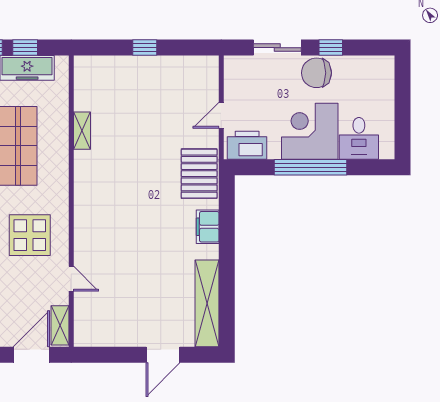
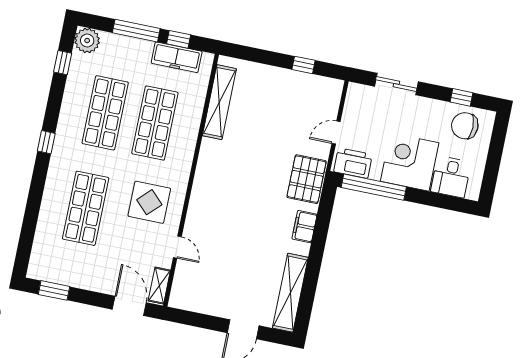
window: (145, 48) -> (303, 65), moved
window: (331, 48) -> (462, 97), moved
chair: (316, 73) -> (465, 126), moved
shelving: (82, 131) -> (219, 102), width x2.20, depth x1.33
window: (310, 167) -> (374, 187), moved
door: (31, 355) -> (129, 306), hinge flipped

